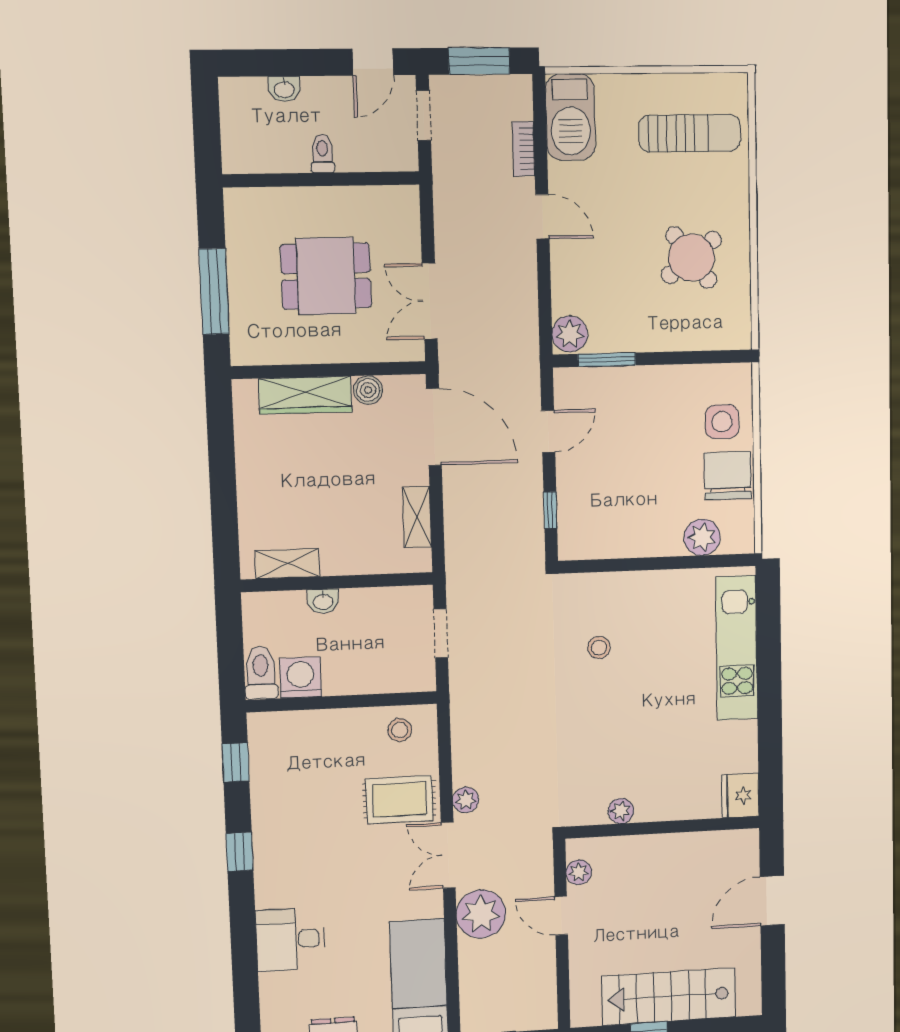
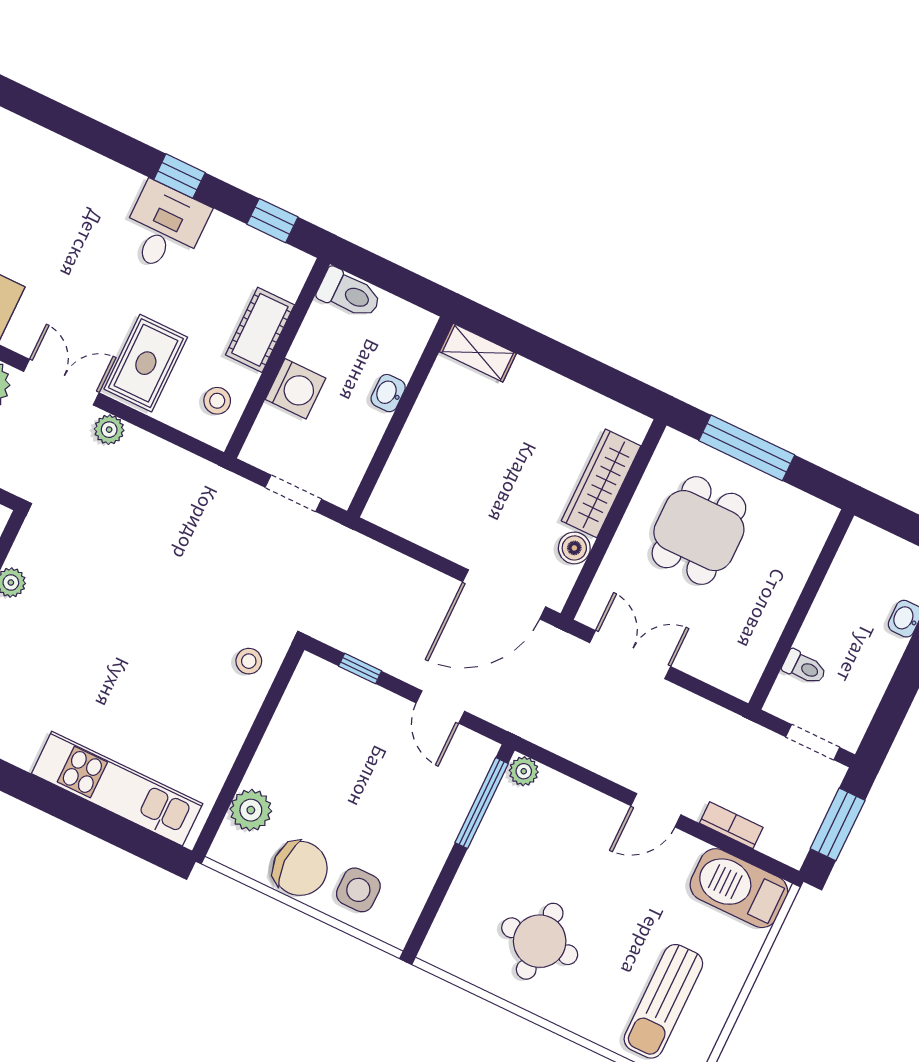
door: (373, 62) -> (888, 719), removed
toilet: (322, 154) -> (804, 667), moved
round table: (691, 257) -> (540, 941), turned 37
dining table: (326, 276) -> (699, 531), moved
plant: (570, 334) -> (524, 771), width x0.73, depth x0.73
window: (607, 360) -> (482, 803), width x1.44
shelving: (417, 517) -> (423, 531), removed
shelving: (287, 564) -> (478, 353), moved, turned 90
stool: (599, 648) -> (249, 661), moved
washing machine: (300, 677) -> (296, 389), moved
cot: (327, 727) -> (260, 330), added
desk: (291, 939) -> (164, 228), moved

